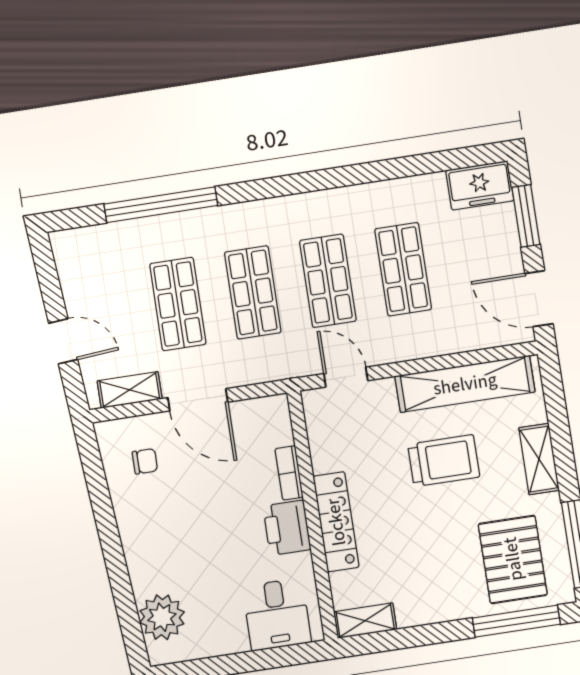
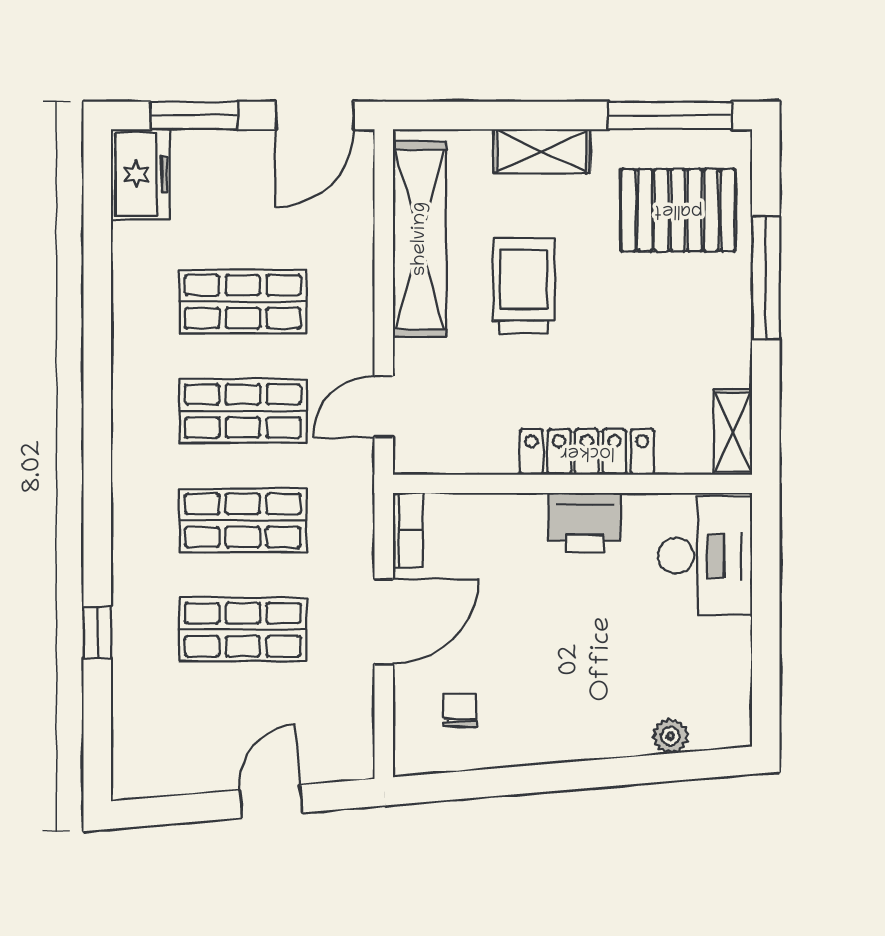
window: (161, 205) -> (97, 633), width x0.32
shelving: (130, 390) -> (355, 717), removed
bookcase: (289, 473) -> (408, 530), moved, turned -90
desk: (277, 614) -> (705, 556), width x1.37
plant: (162, 617) -> (670, 736), width x0.53, depth x0.53
window: (516, 621) -> (766, 277), moved

